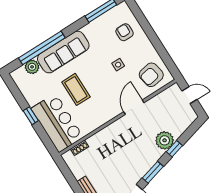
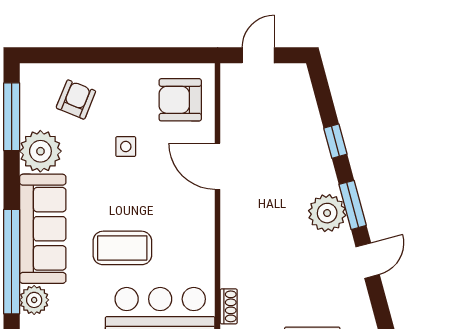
plant: (94, 31) -> (40, 151), added
armchair: (125, 32) -> (76, 99), turned 112
armchair: (151, 75) -> (180, 100), turned 100
plant: (165, 140) -> (327, 213), moved

